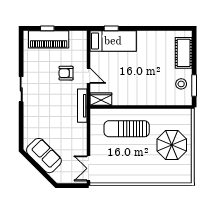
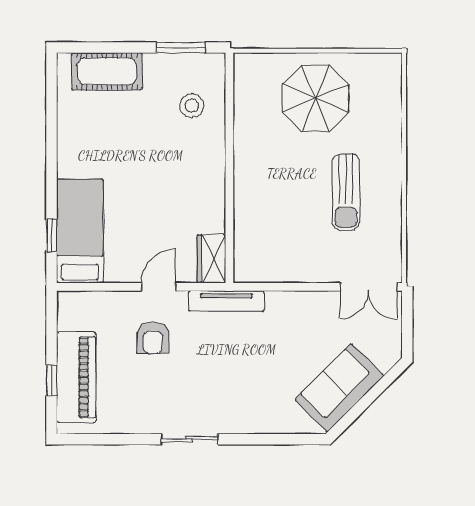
stool: (181, 84) -> (192, 106), moved
sun lounger: (127, 129) -> (346, 192), moved, width x0.73, depth x0.75

